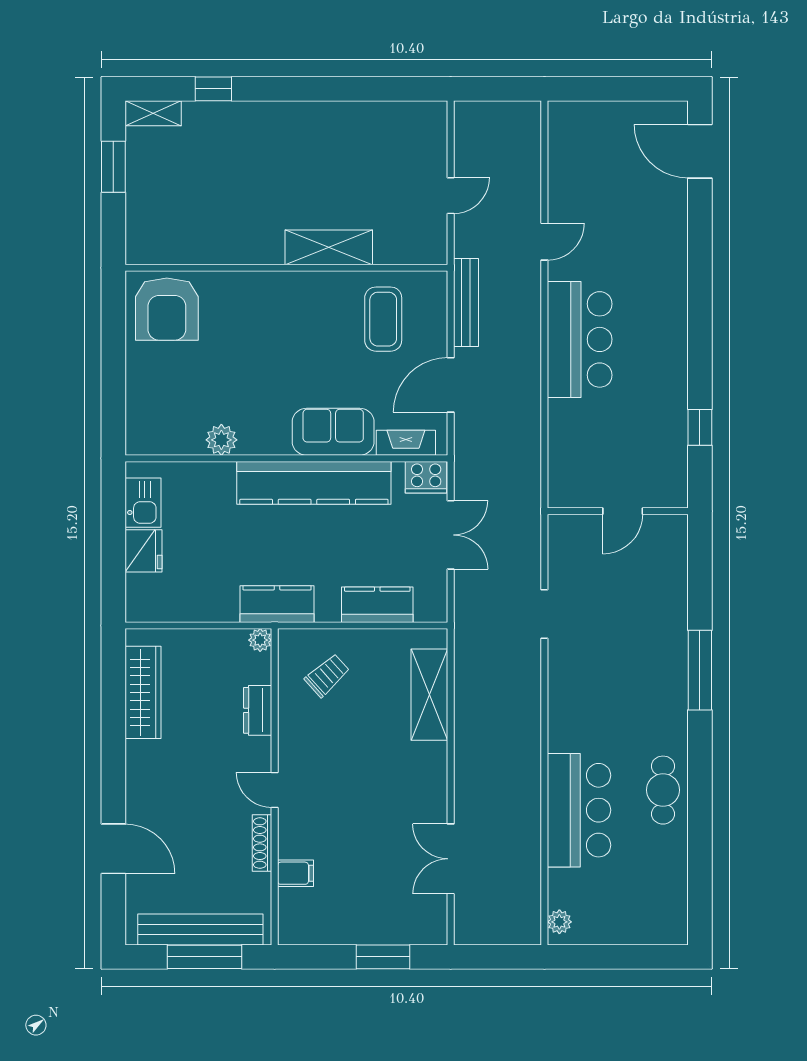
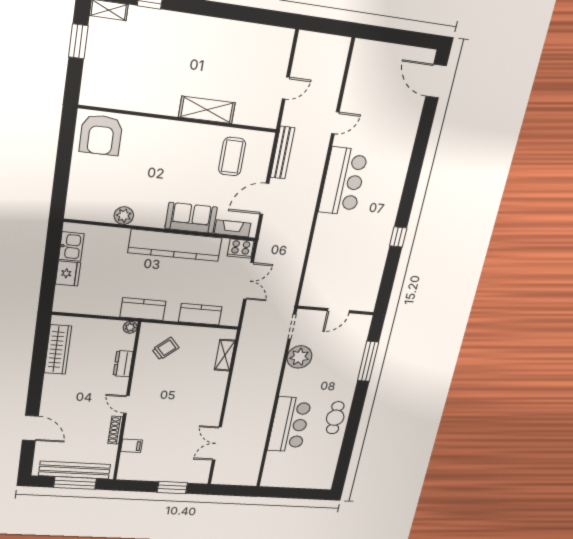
wall: (618, 511) -> (336, 310), moved
door: (623, 511) -> (338, 311), moved
shelving: (429, 695) -> (225, 355), width x0.67, depth x0.75
plant: (559, 922) -> (299, 357), moved, width x1.87, depth x1.87

